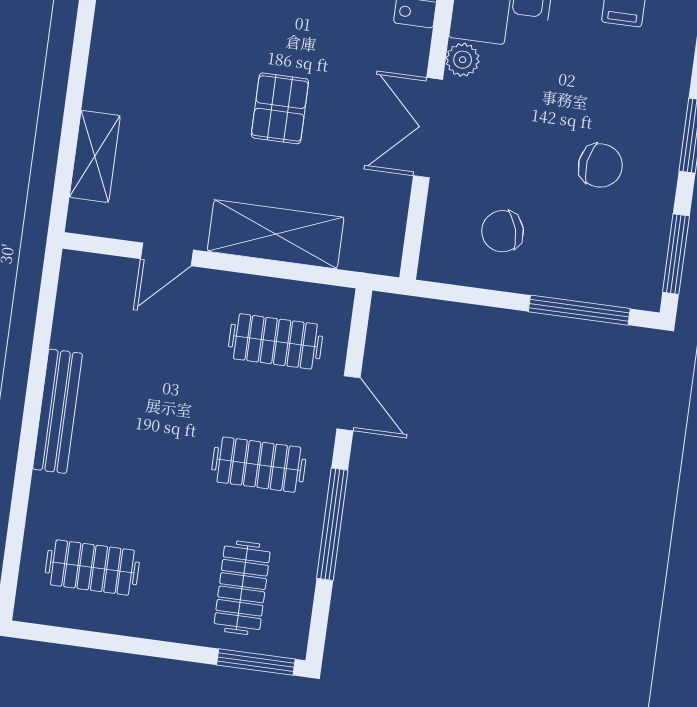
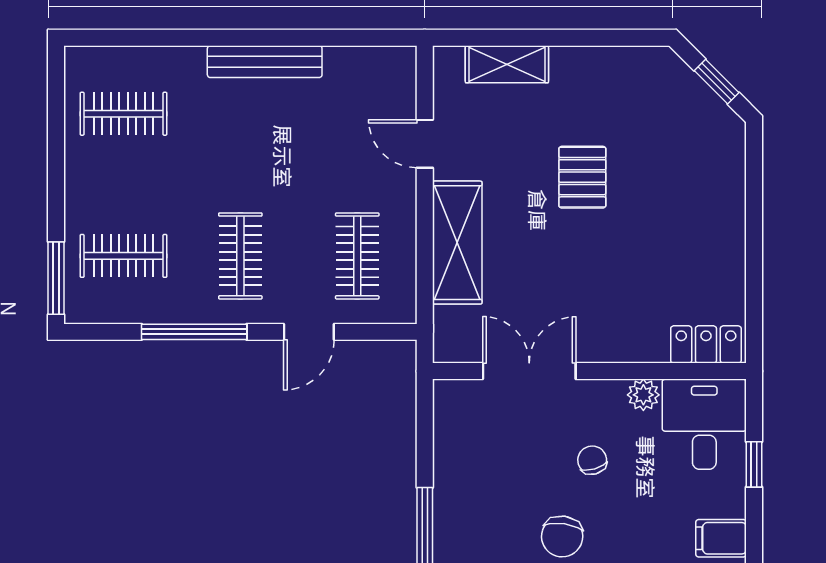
pallet: (280, 108) -> (582, 177), moved, turned 90
double door: (428, 128) -> (529, 371), moved
chair: (503, 231) -> (592, 460), moved, width x0.73, depth x0.73
clothes rail: (92, 568) -> (124, 114), turned 90

